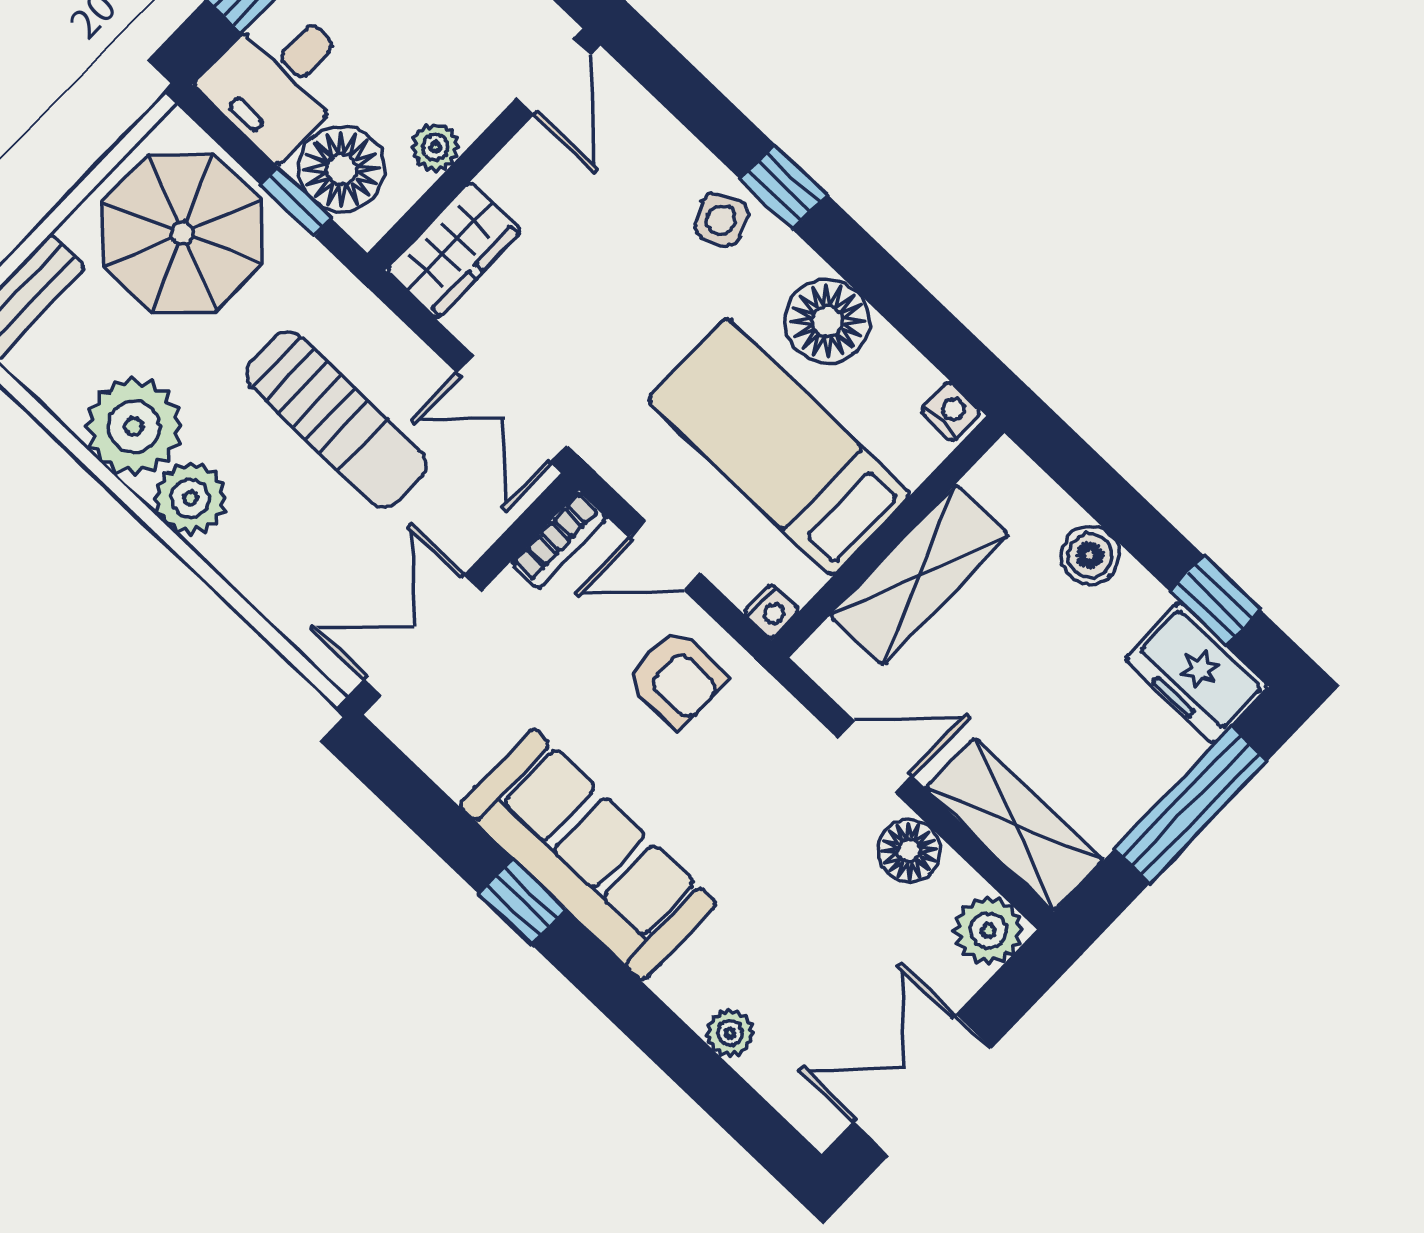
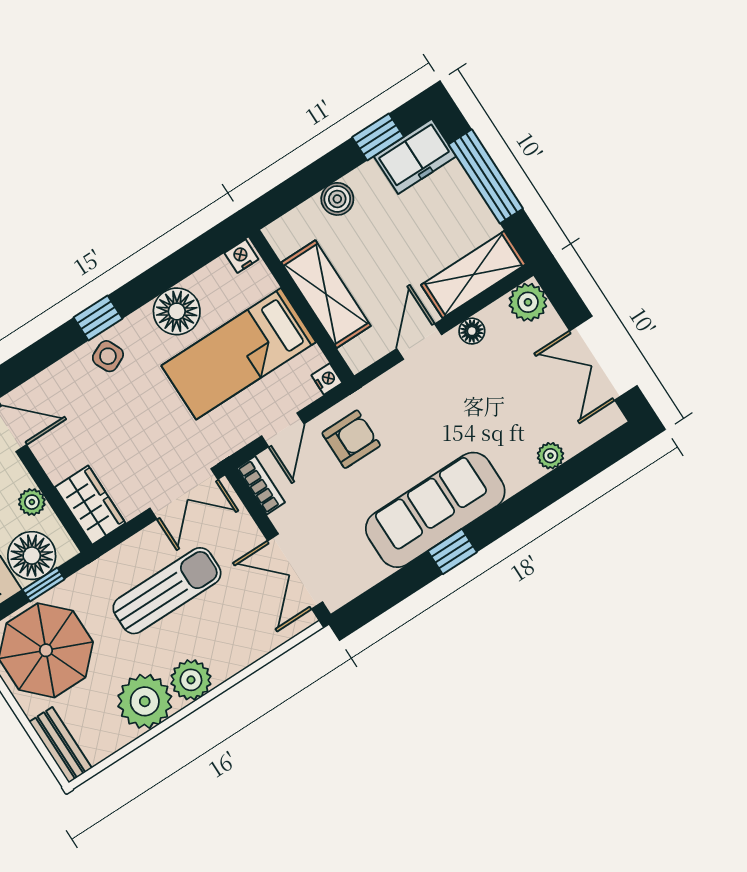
floor lamp: (909, 851) -> (472, 331), width x0.73, depth x0.73

